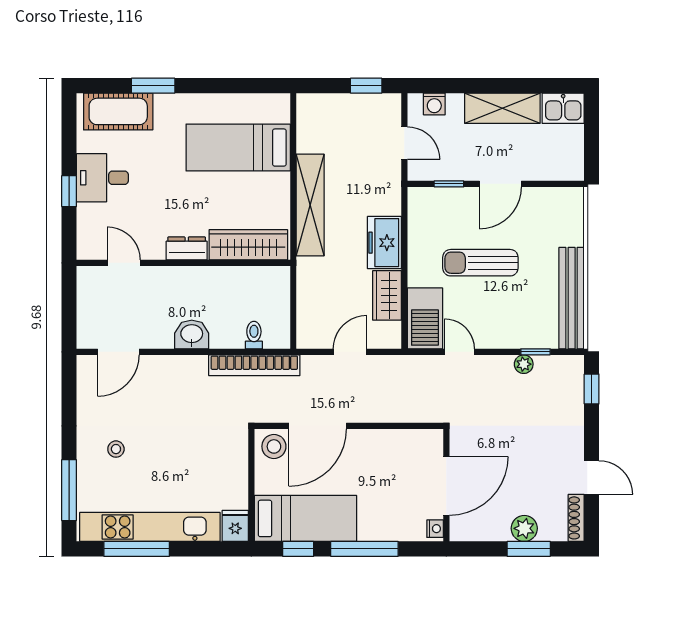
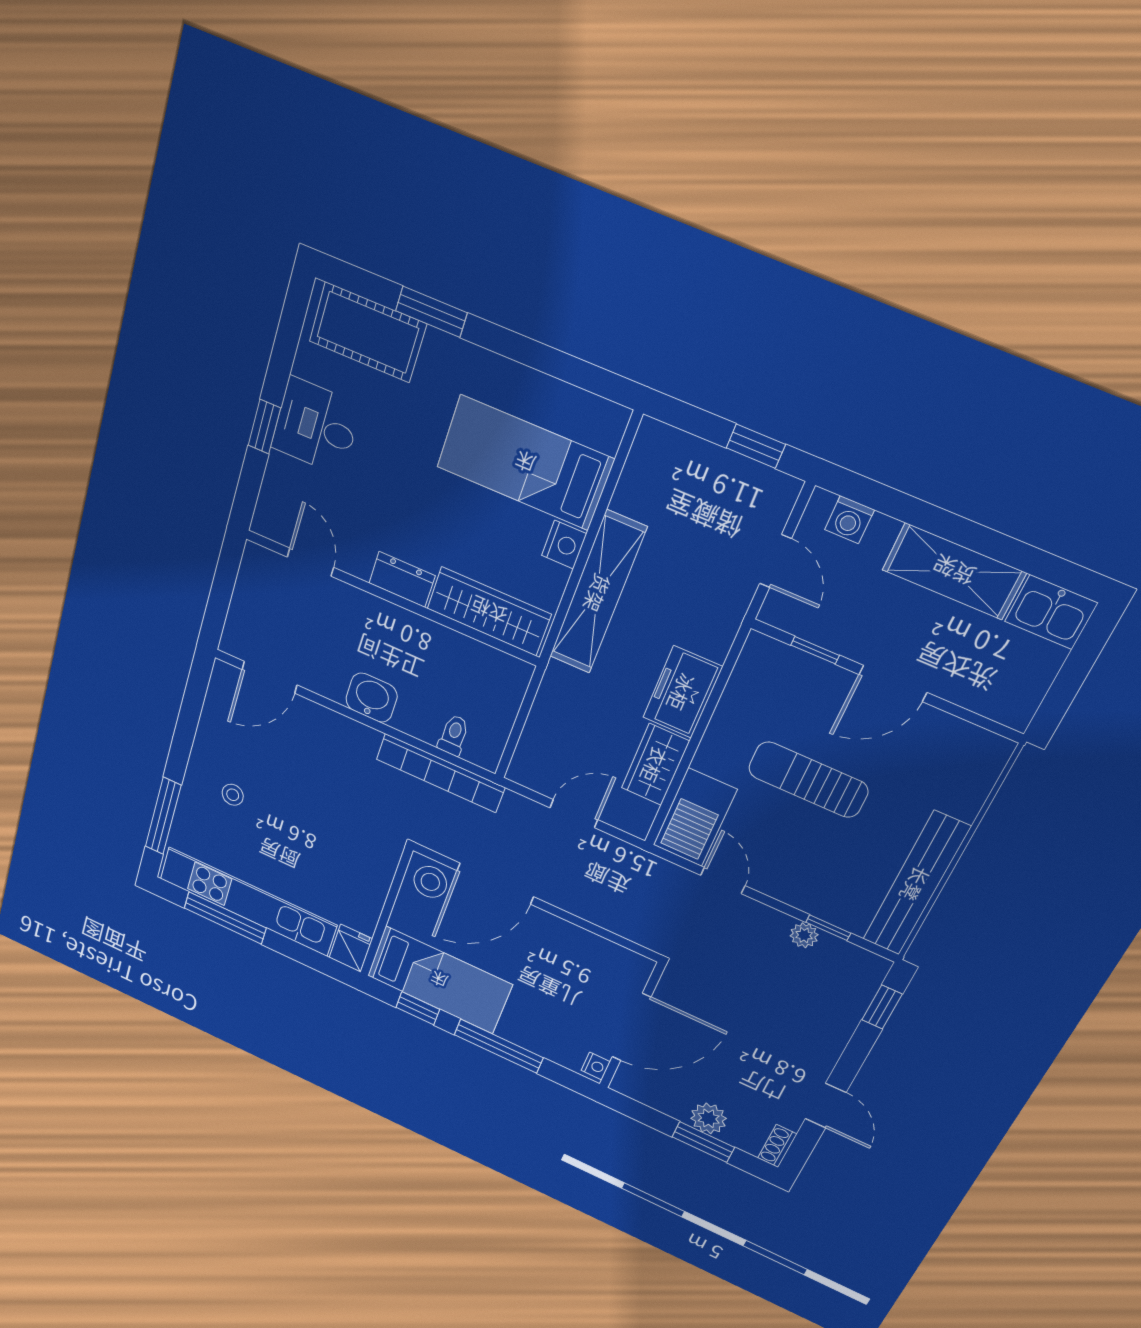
nightstand: (279, 185) -> (564, 545), added
shoe rack: (576, 518) -> (777, 1146), width x0.70

